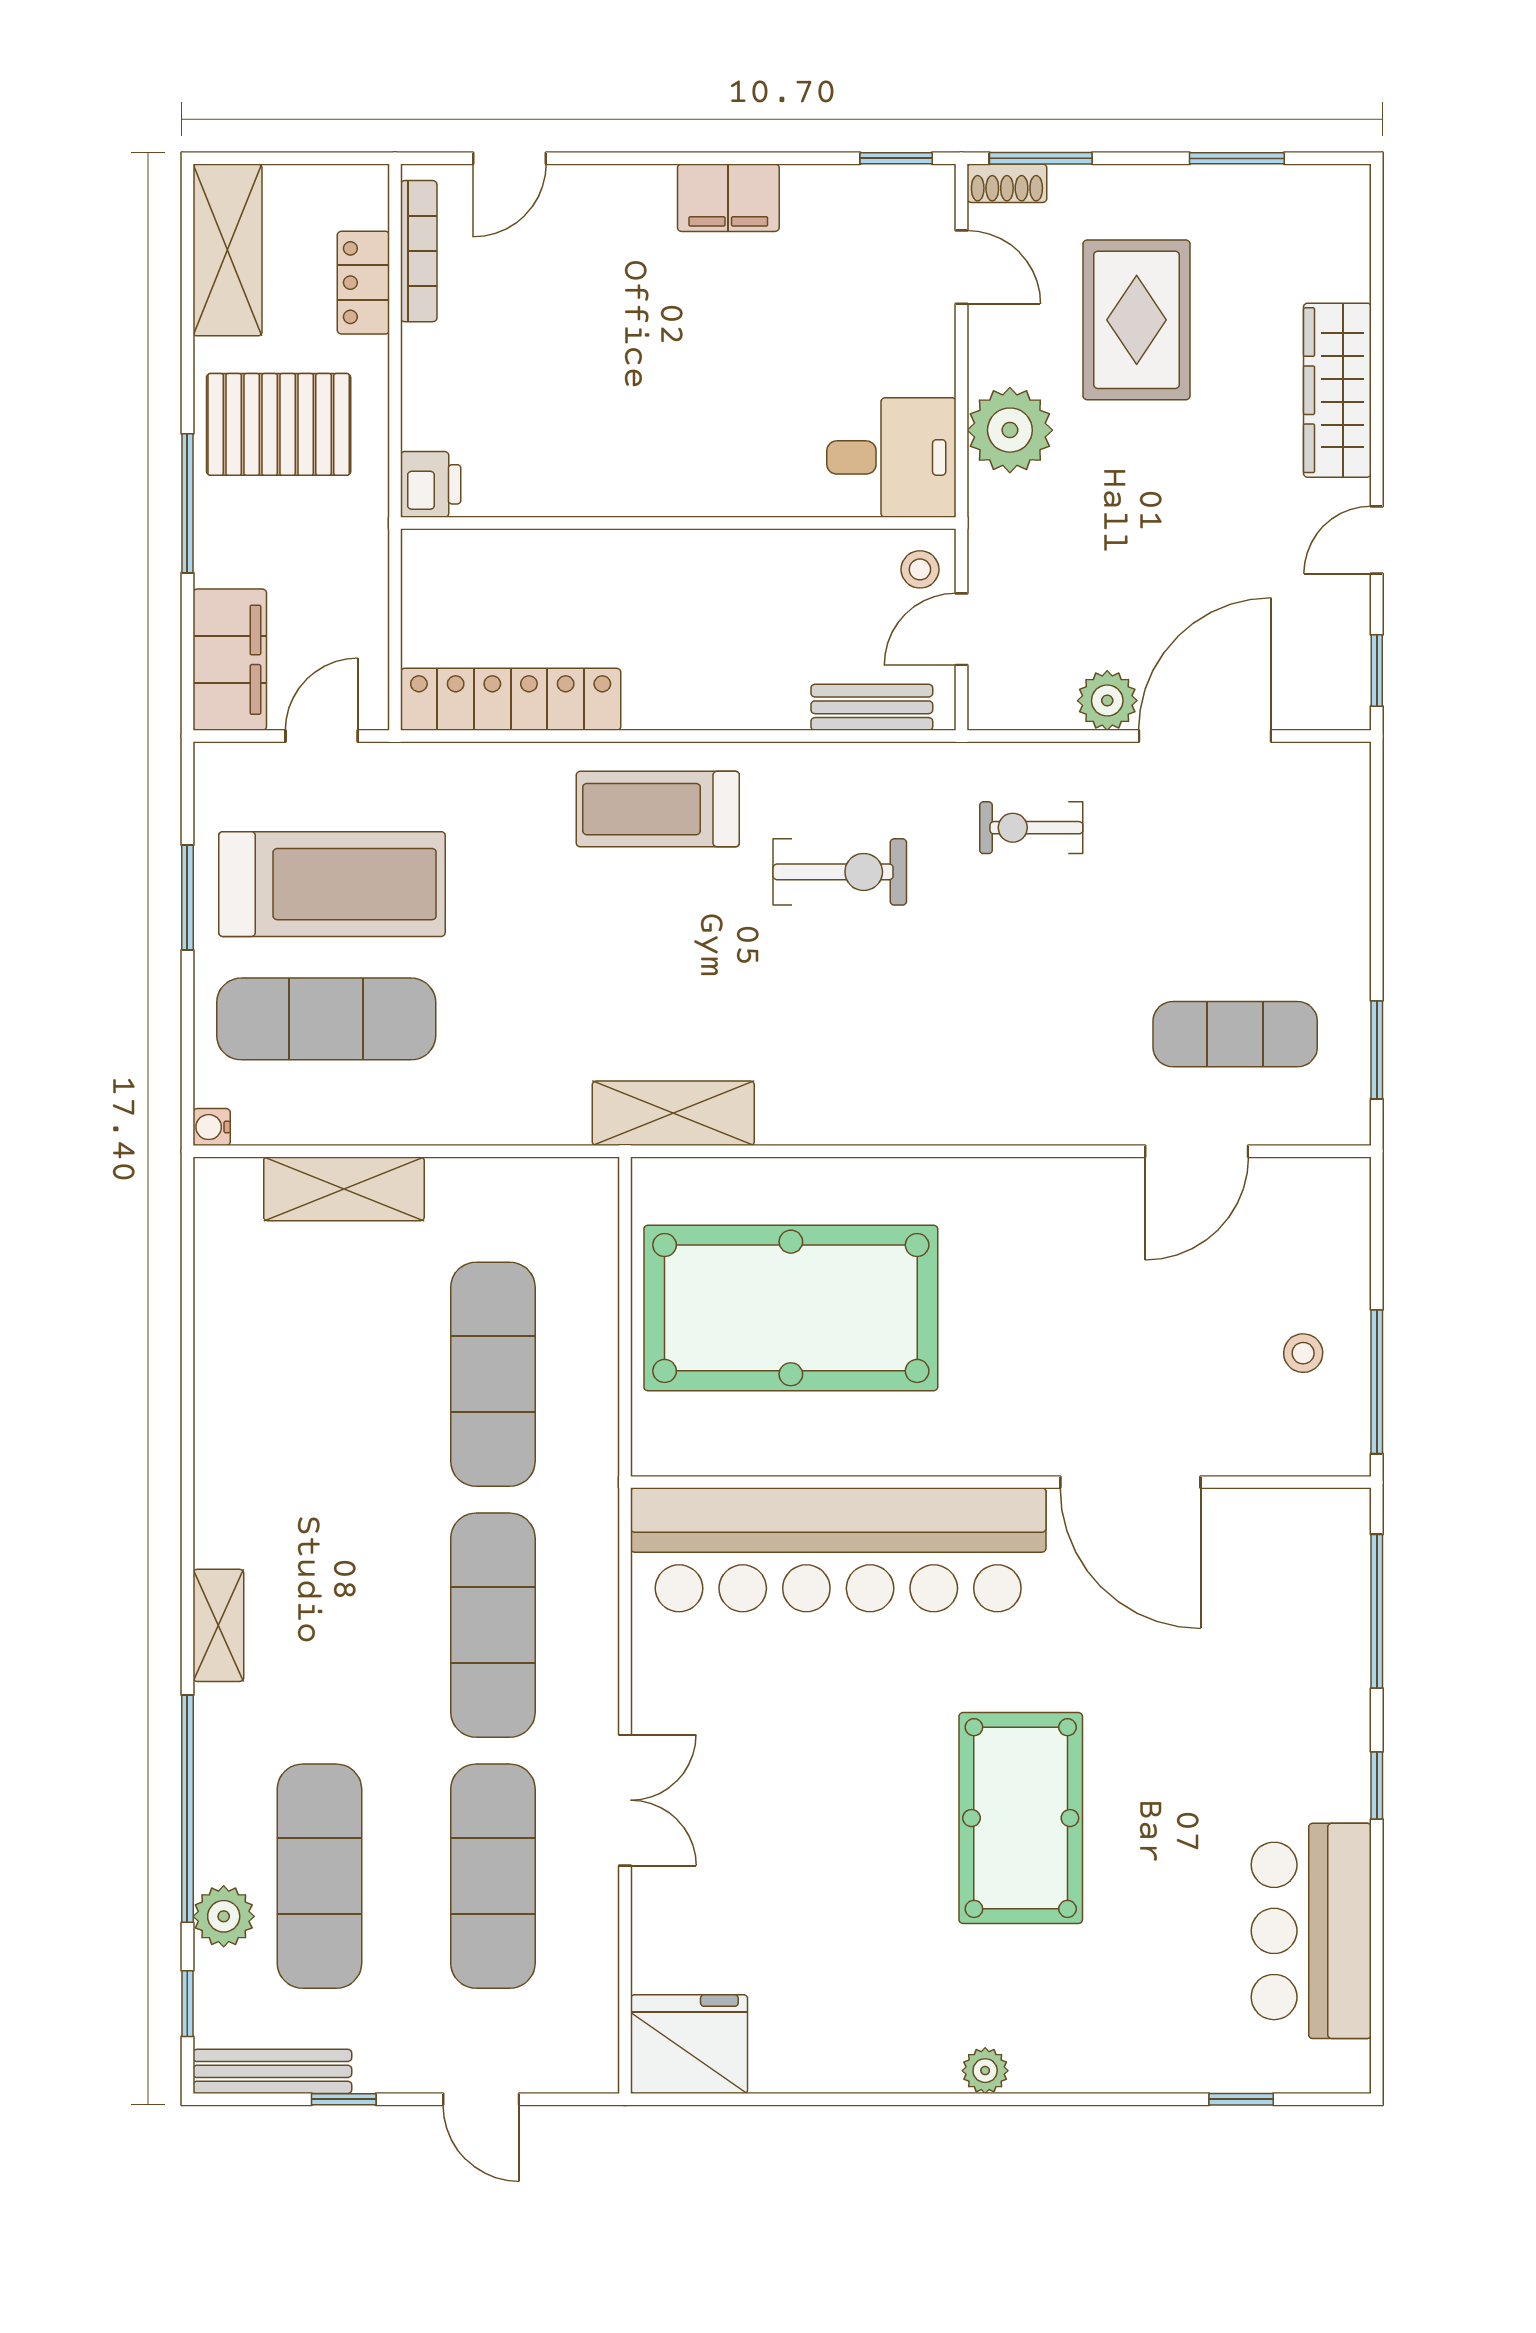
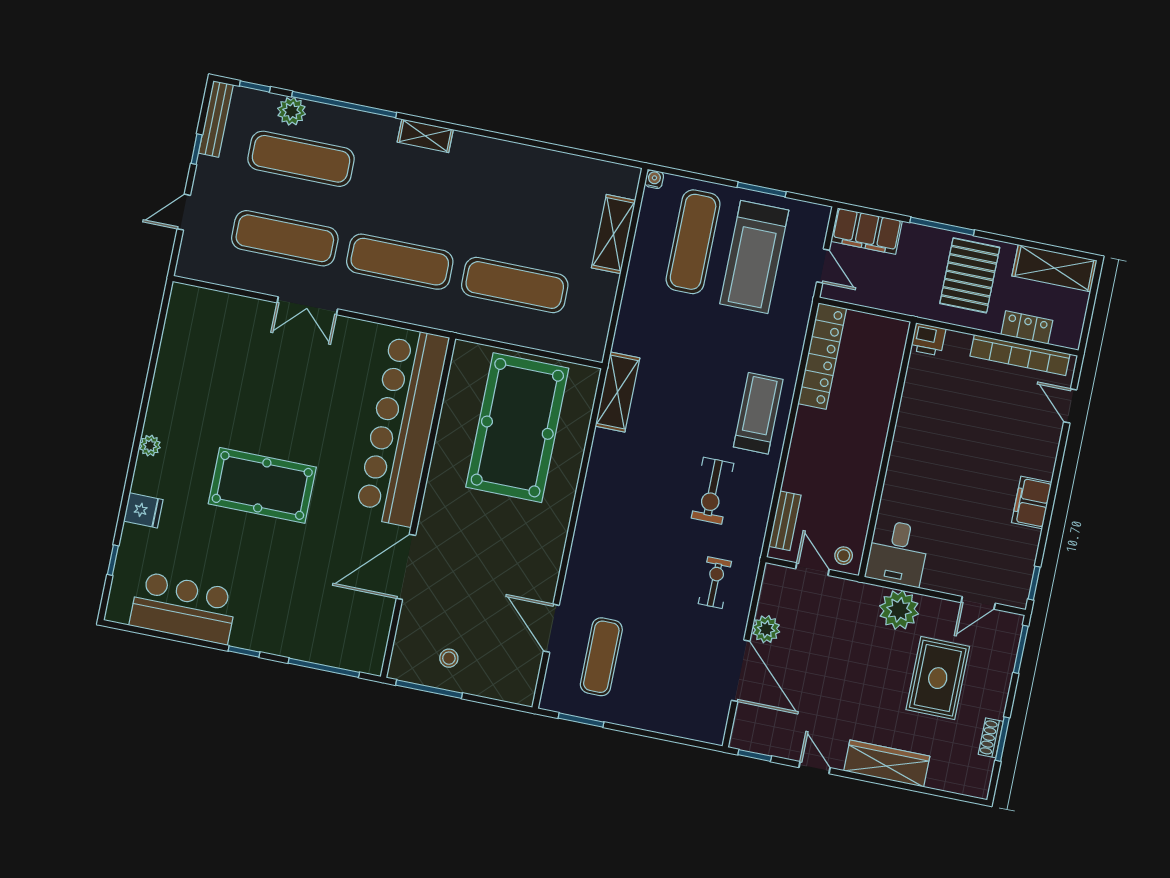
shoe rack: (1007, 183) -> (991, 738), moved
bookcase: (419, 251) -> (1020, 355), width x1.48, depth x1.31
rug: (1137, 320) -> (938, 678), turned 90
fridge: (689, 2044) -> (143, 510), moved, width x0.53, depth x0.75

